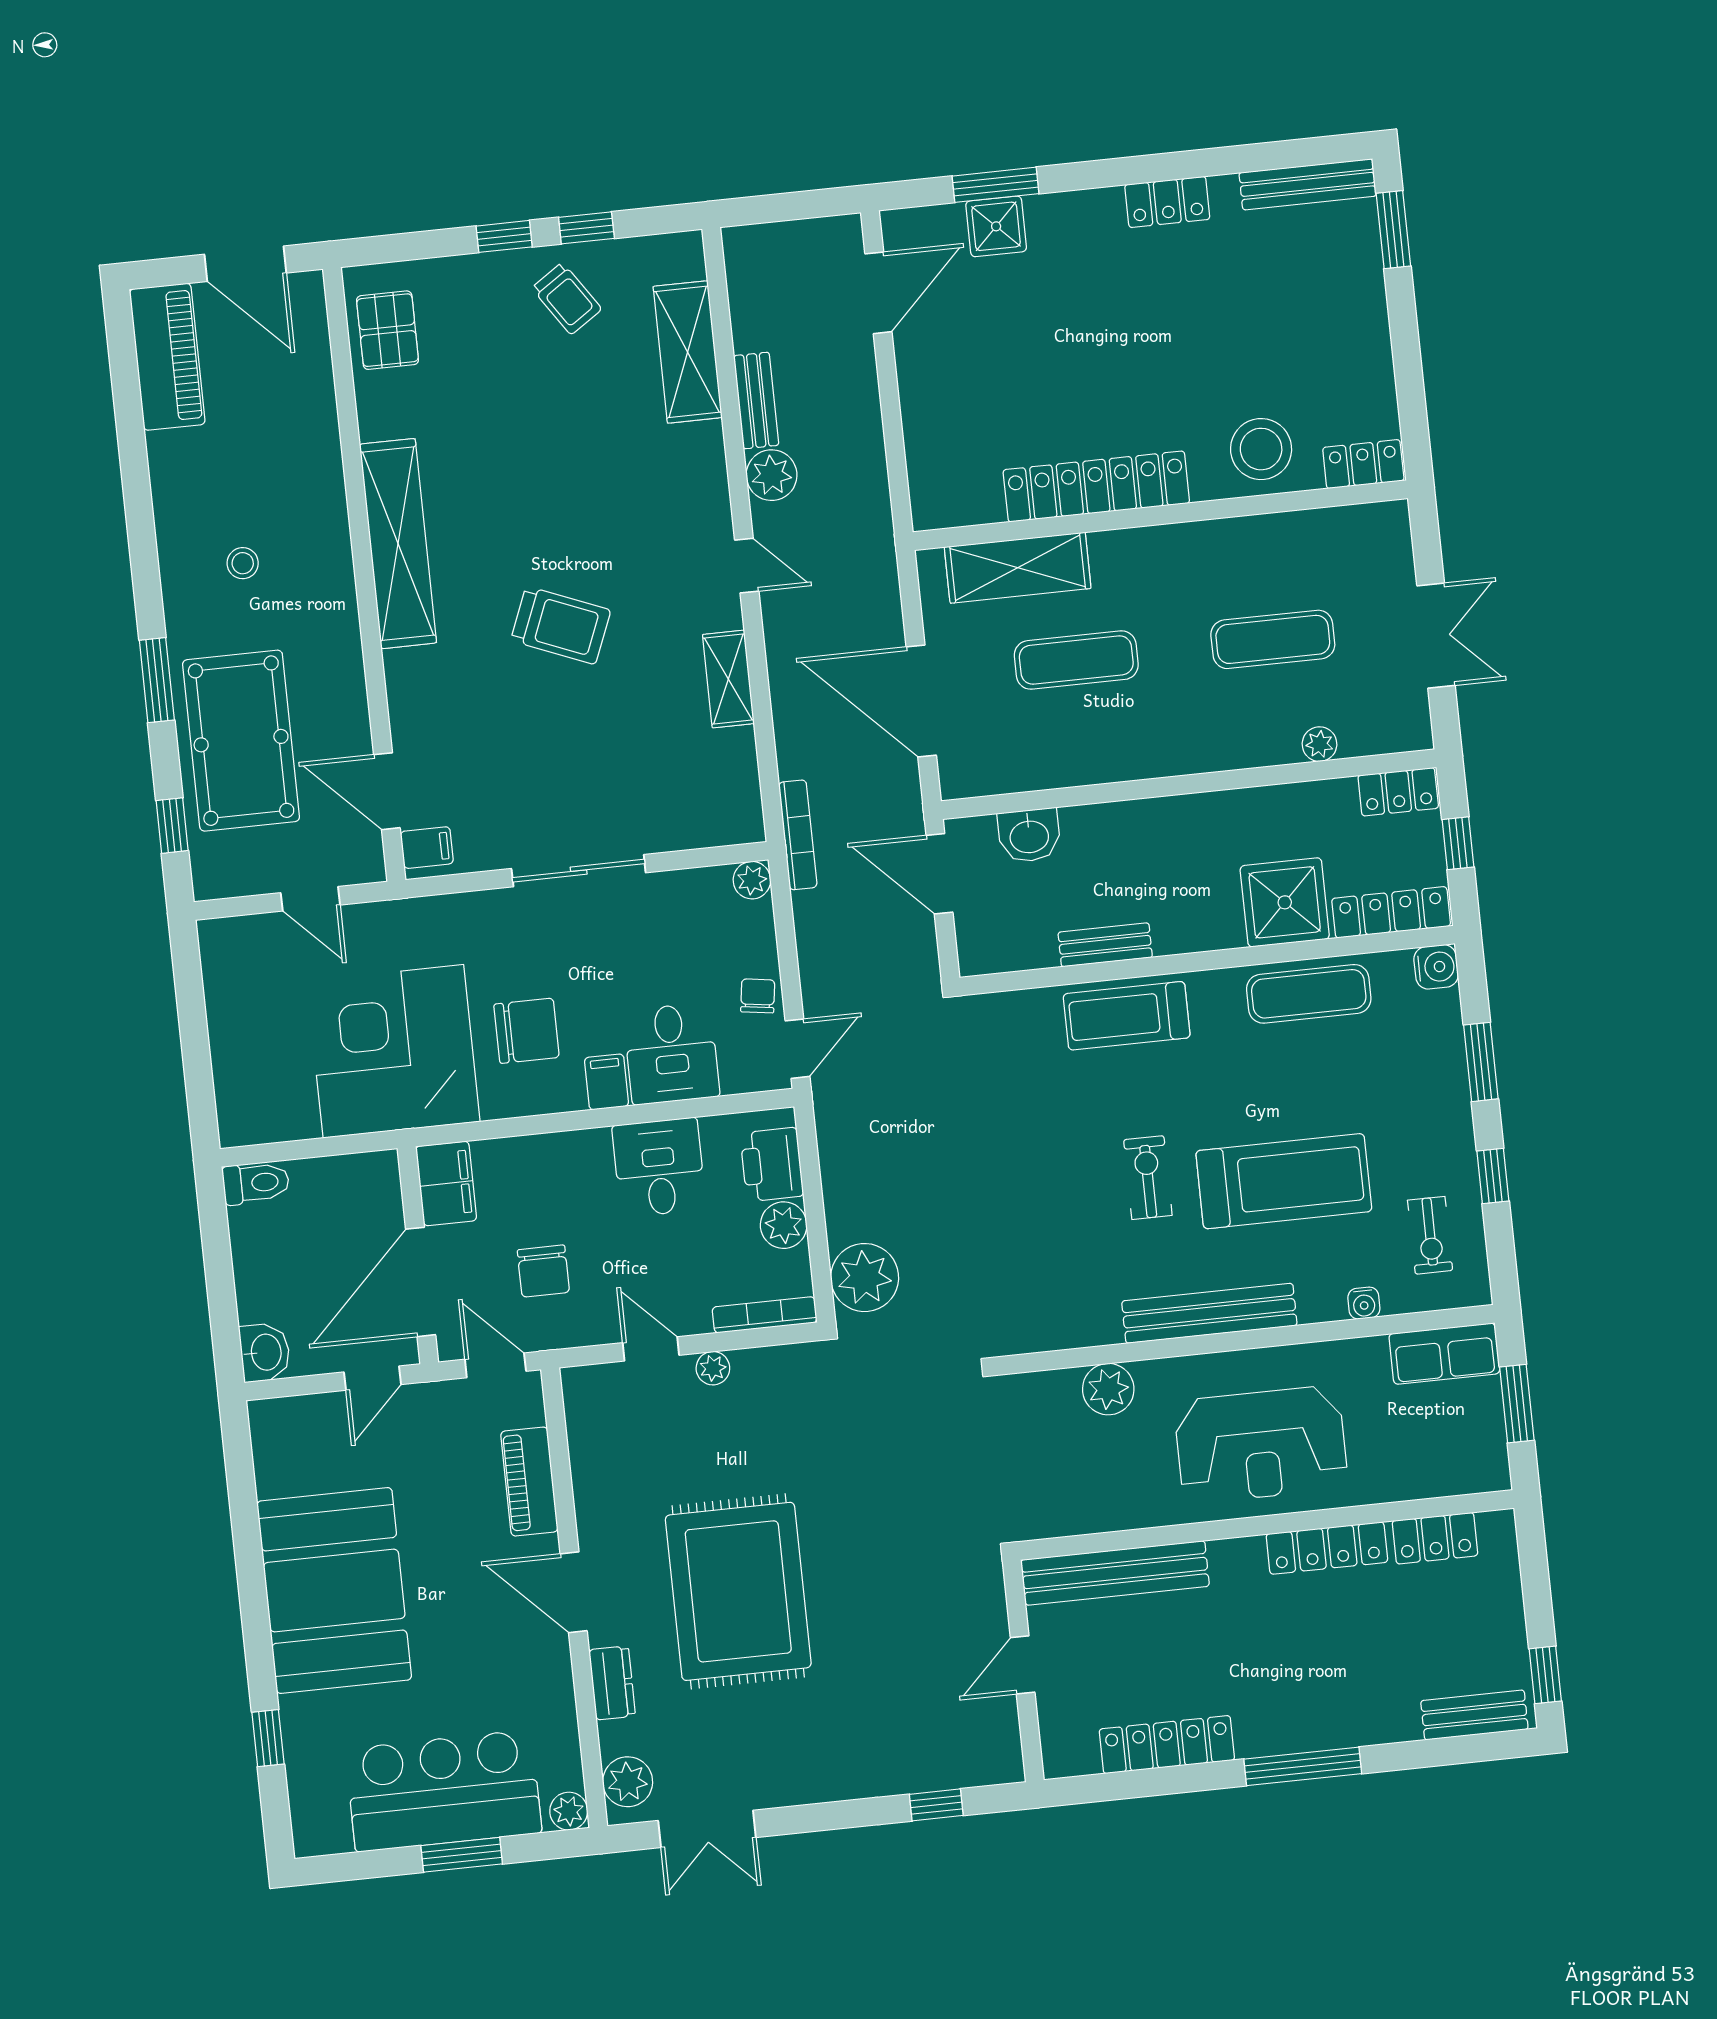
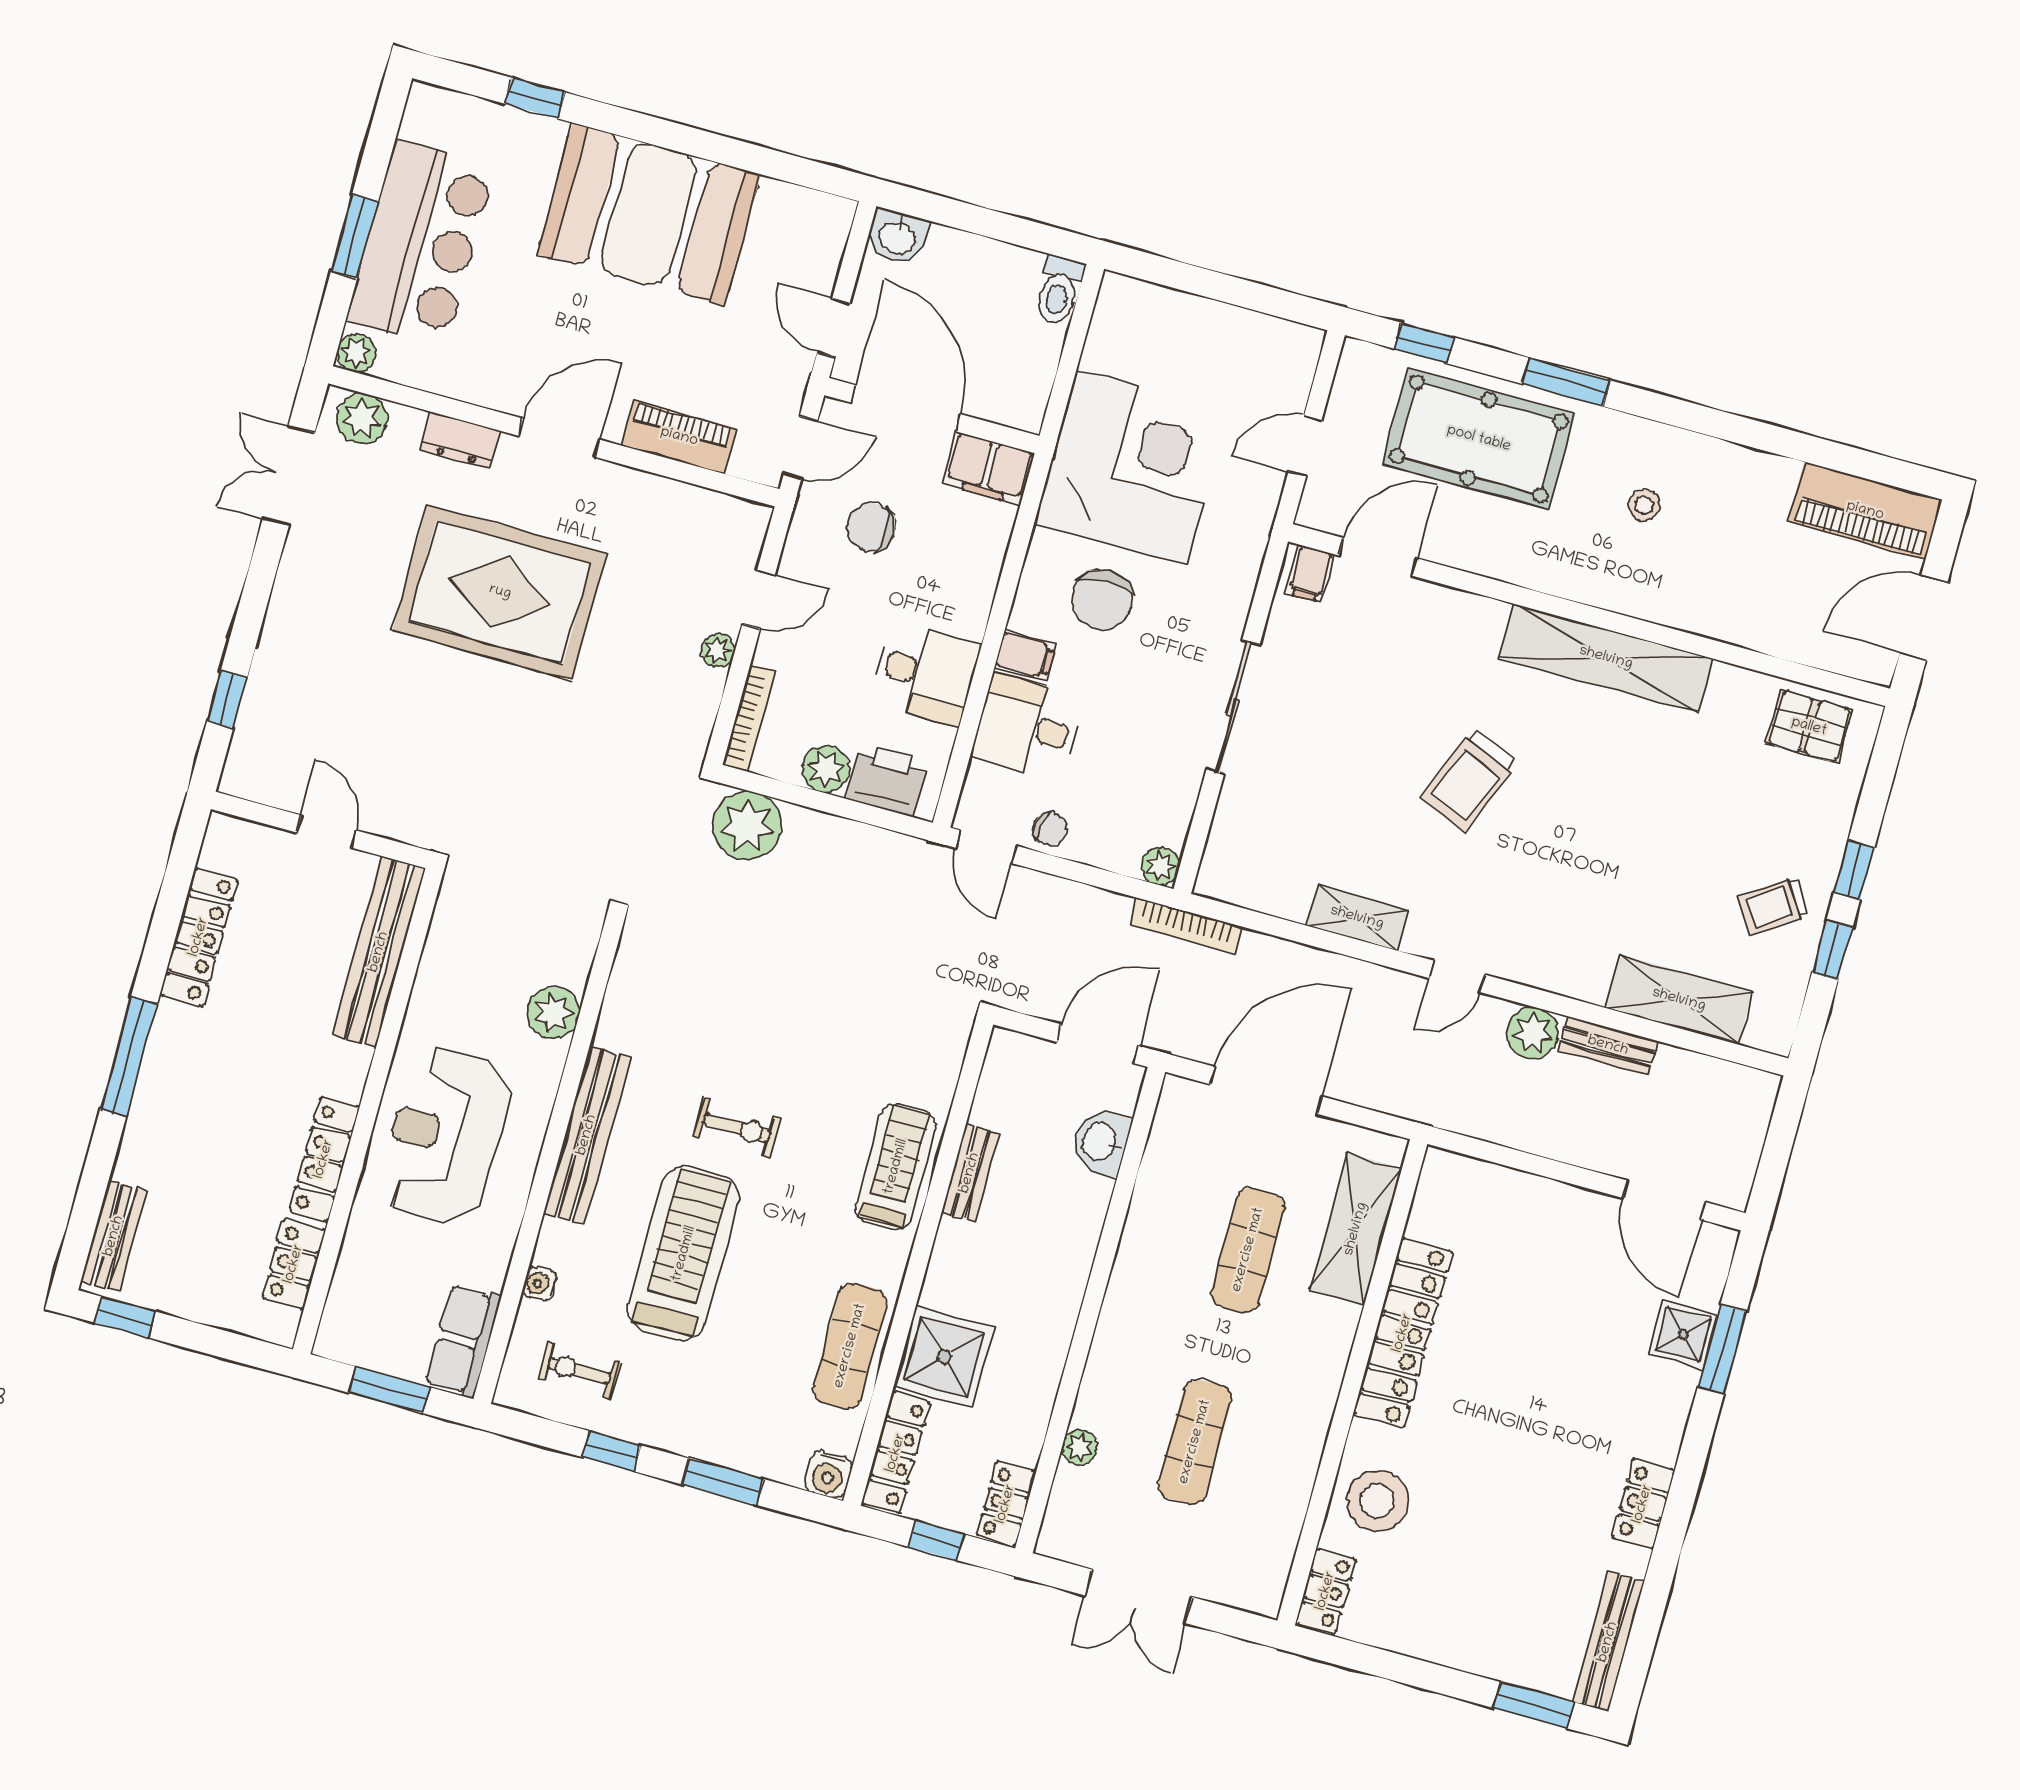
treadmill: (1284, 1181) -> (684, 1254), turned 180

